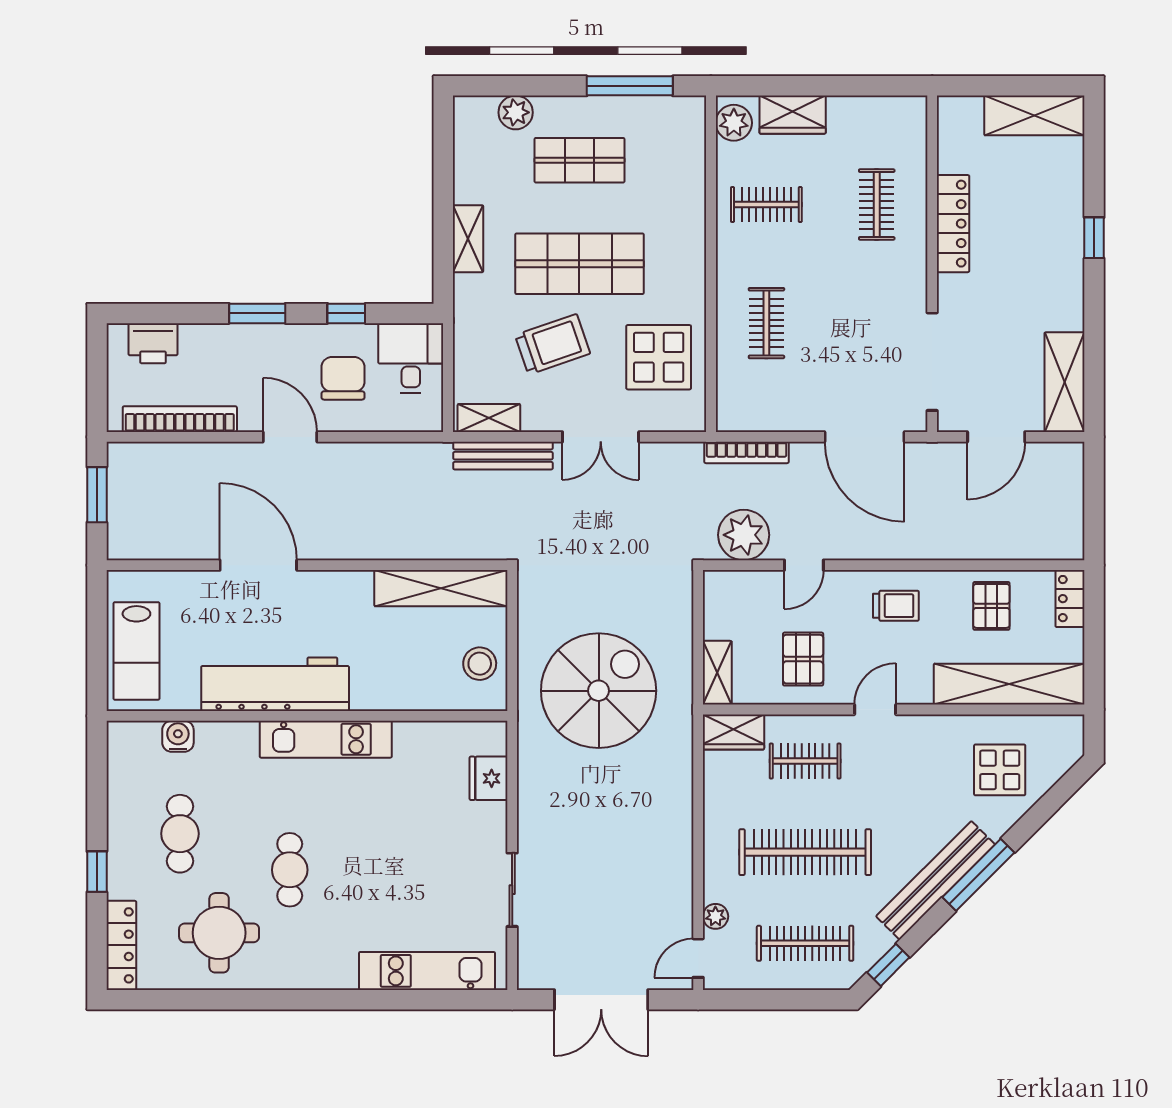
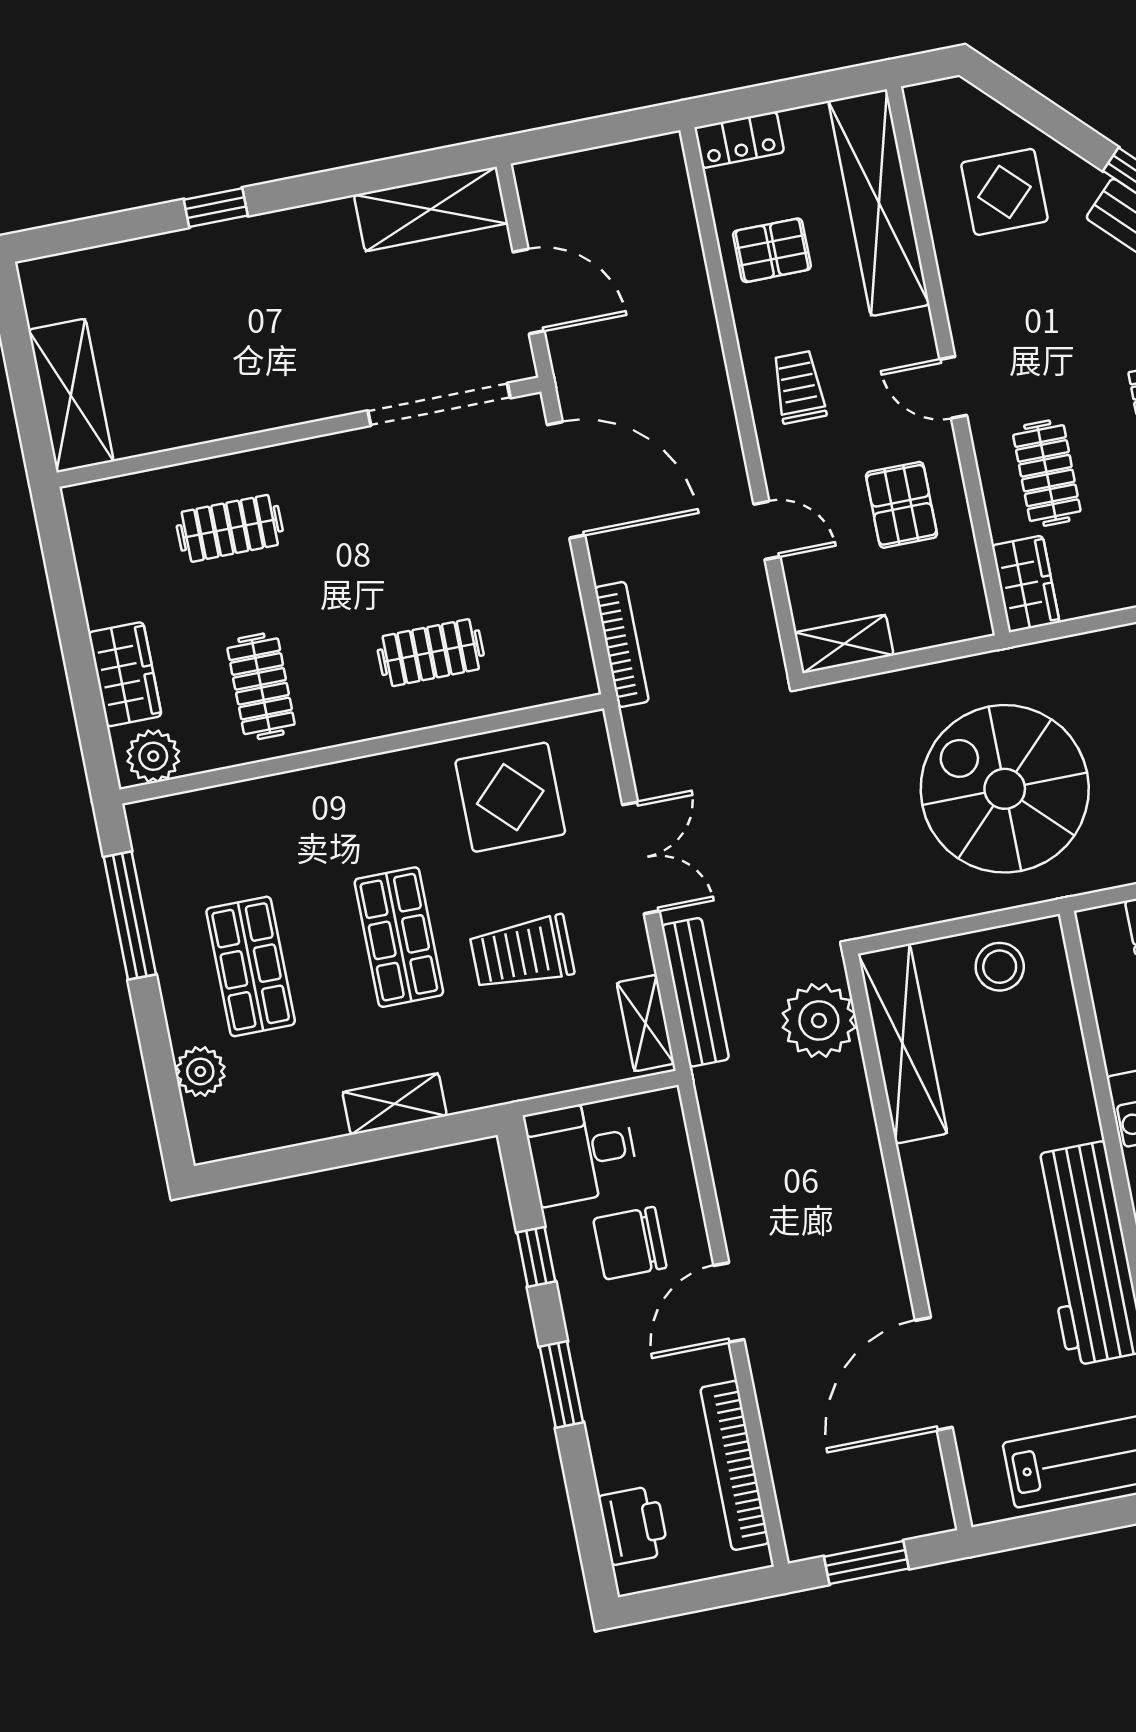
shelving: (1034, 115) -> (71, 396), moved
locker: (953, 224) -> (235, 414), removed
shop shelf: (579, 264) -> (399, 937), width x0.70, depth x0.74
trolley: (553, 344) -> (522, 953), turned -71
door: (864, 437) -> (566, 480), hinge flipped
plant: (744, 535) -> (819, 1020), moved
door: (258, 565) -> (934, 1374), moved
pallet: (803, 659) -> (902, 505), turned 90
shelving: (717, 673) -> (844, 644), moved

